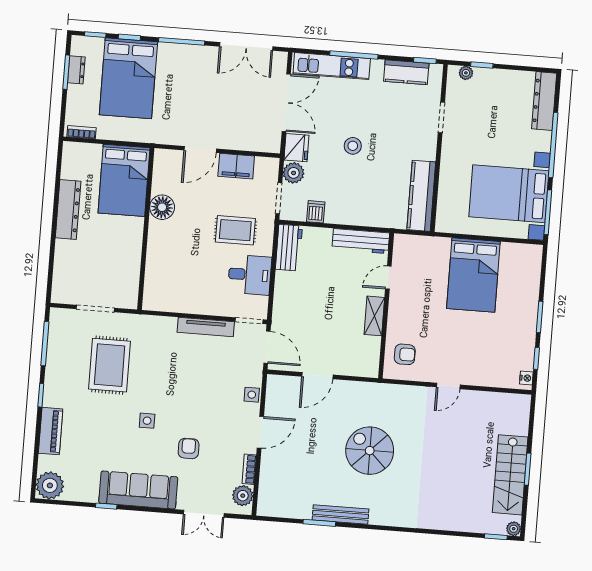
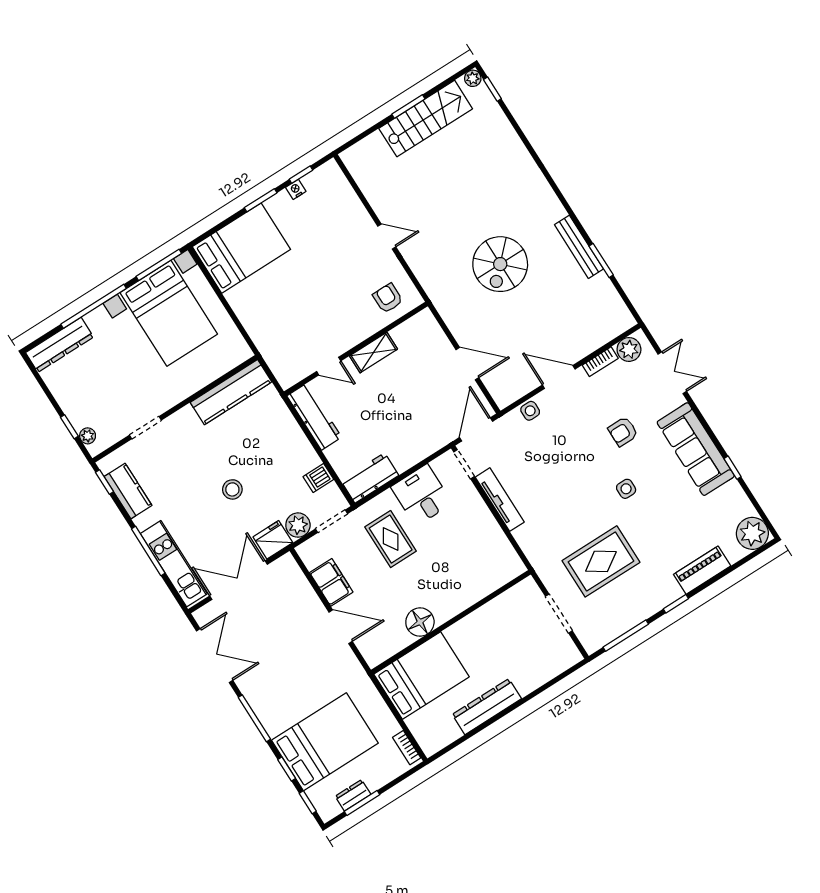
bed: (473, 275) -> (241, 248), moved
nightstand: (526, 378) -> (296, 189), moved

